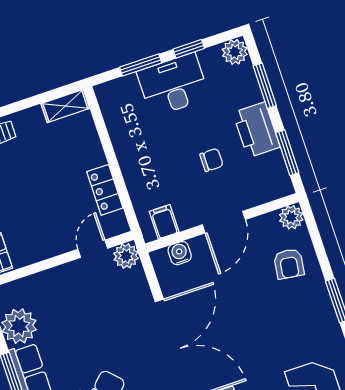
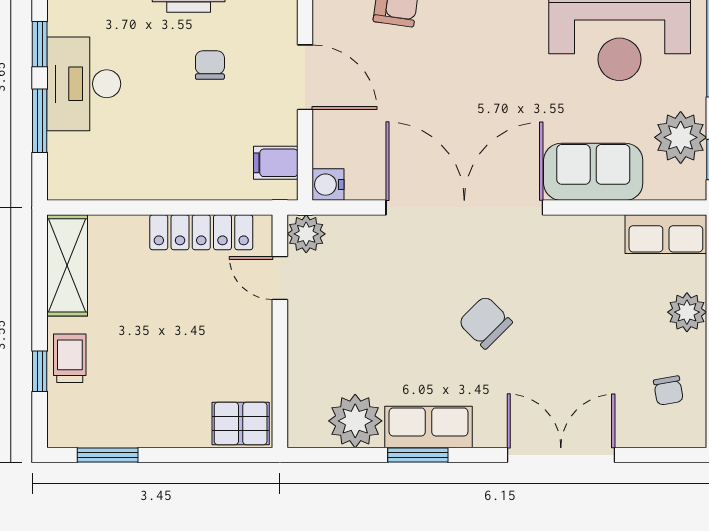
shelving: (65, 106) -> (67, 265), width x1.50, depth x1.33
locker: (105, 190) -> (201, 232), width x1.53
water cooler: (180, 253) -> (328, 185), moved

